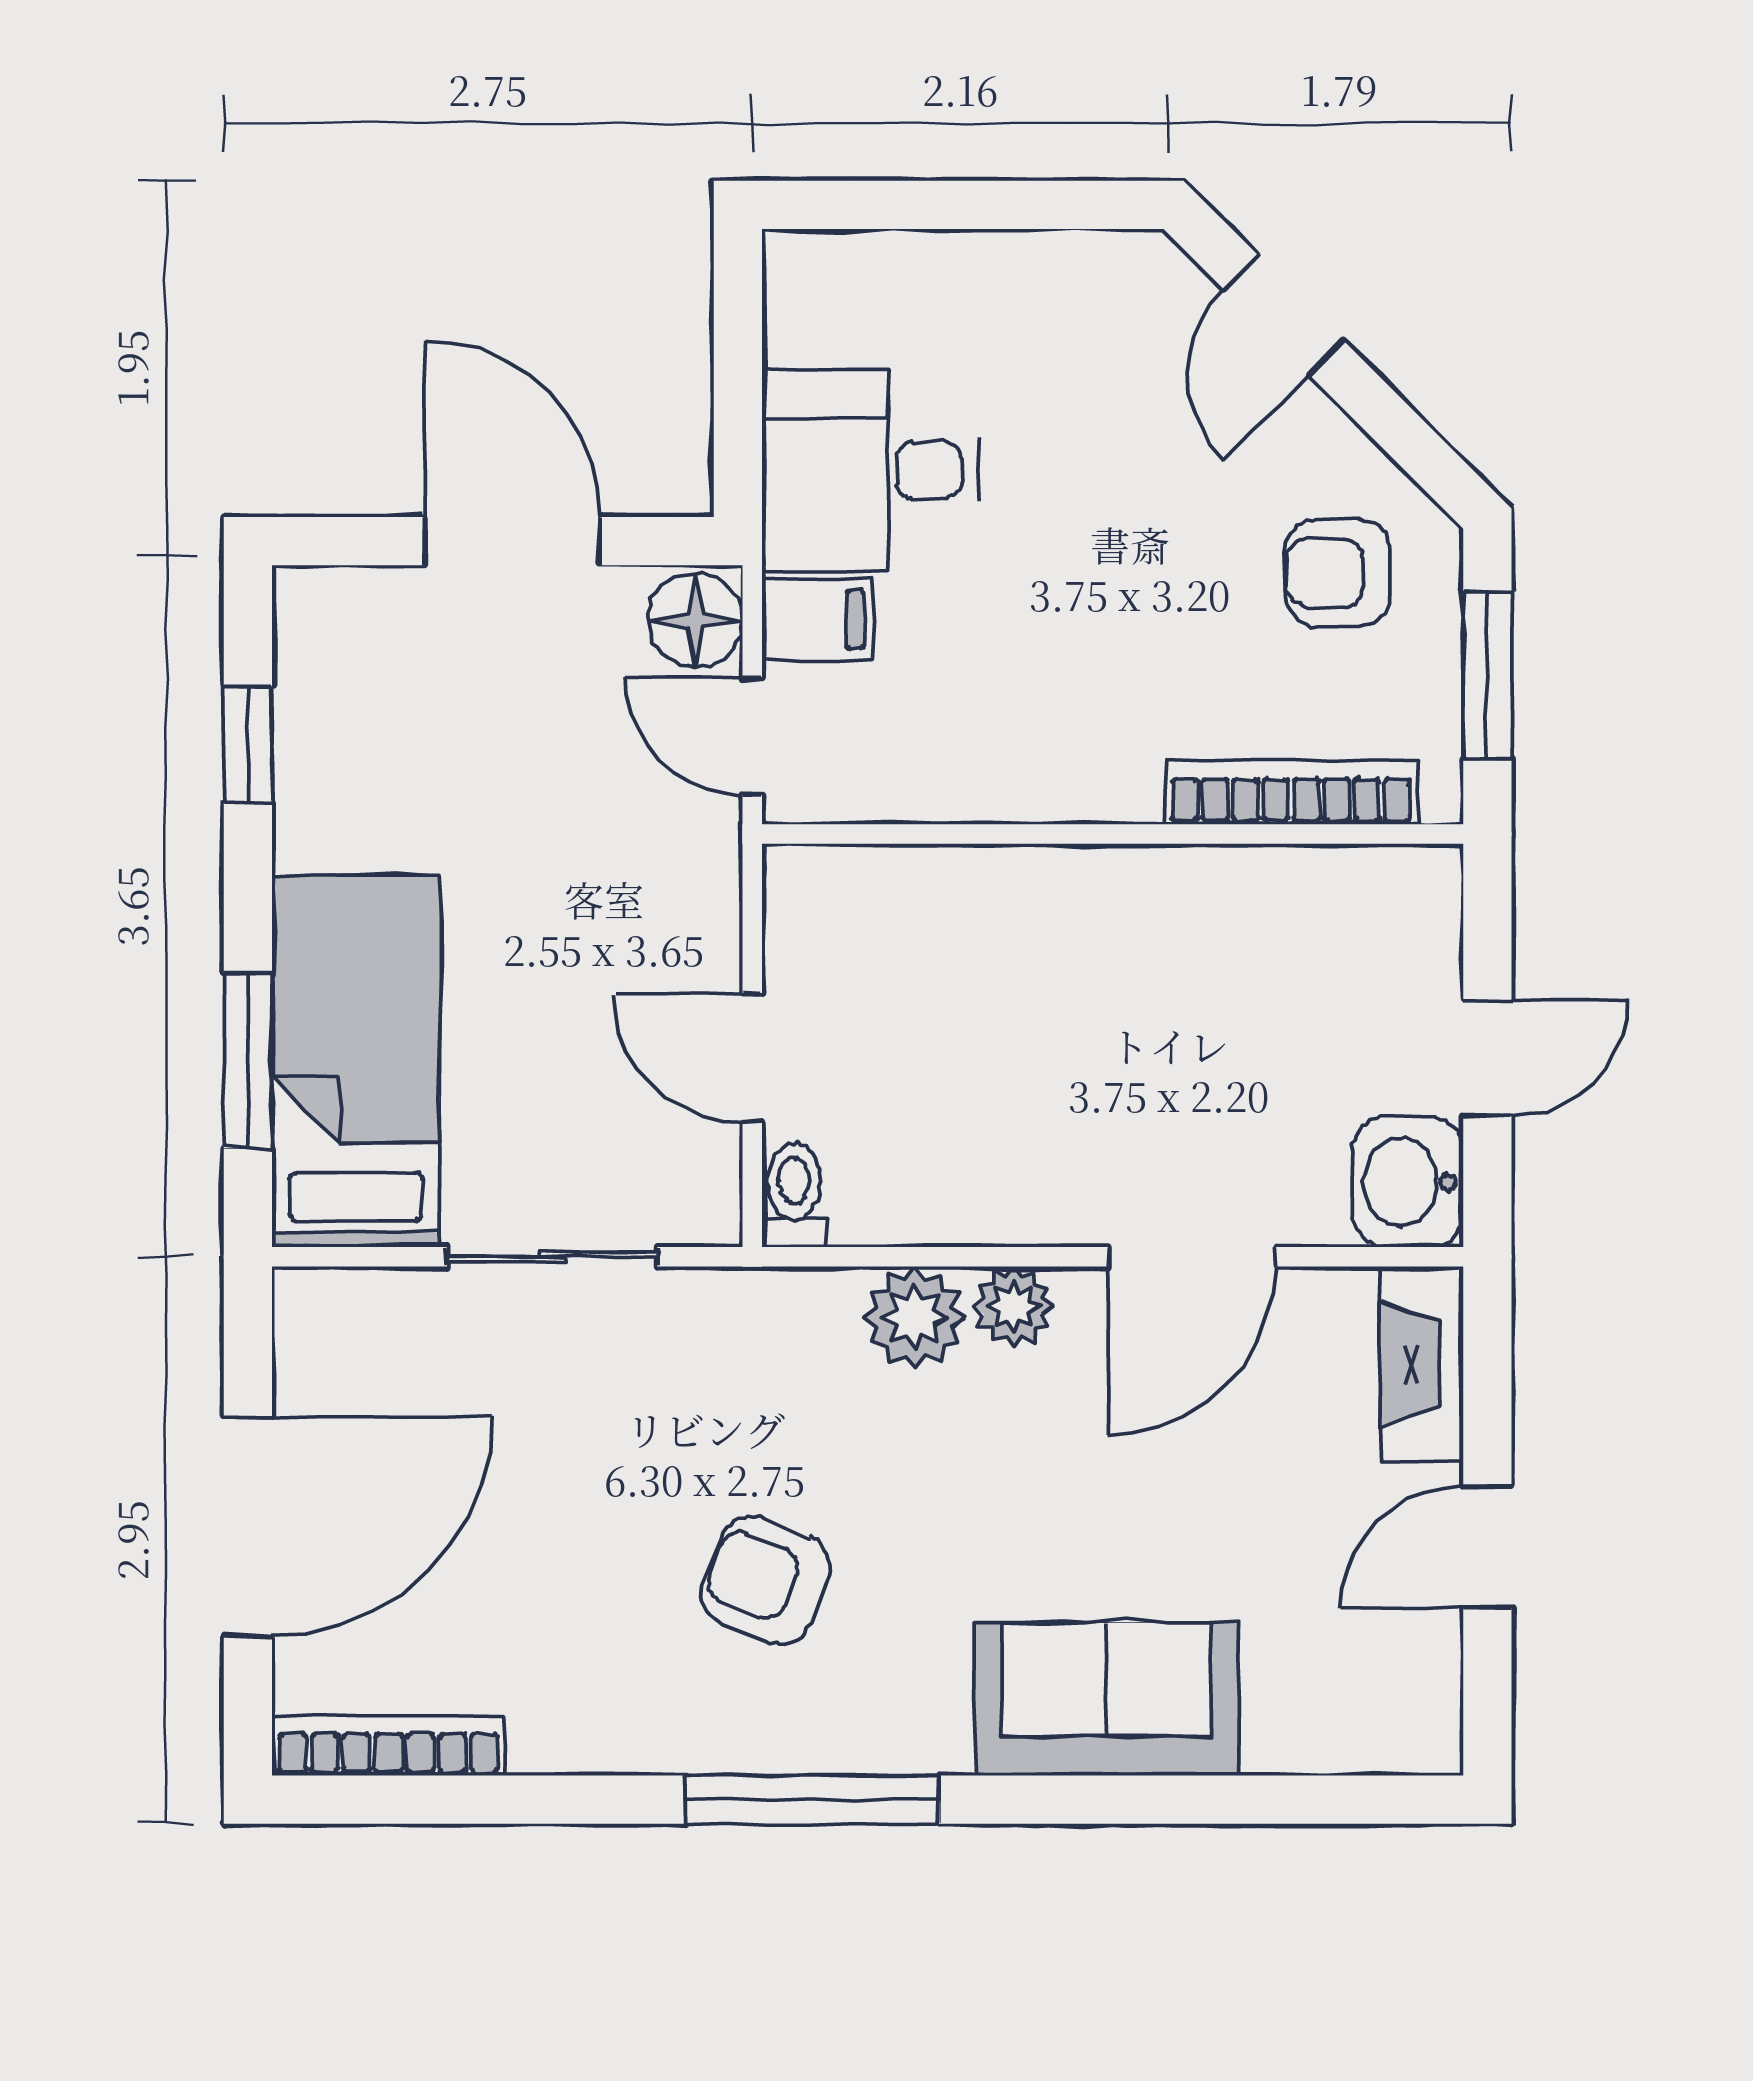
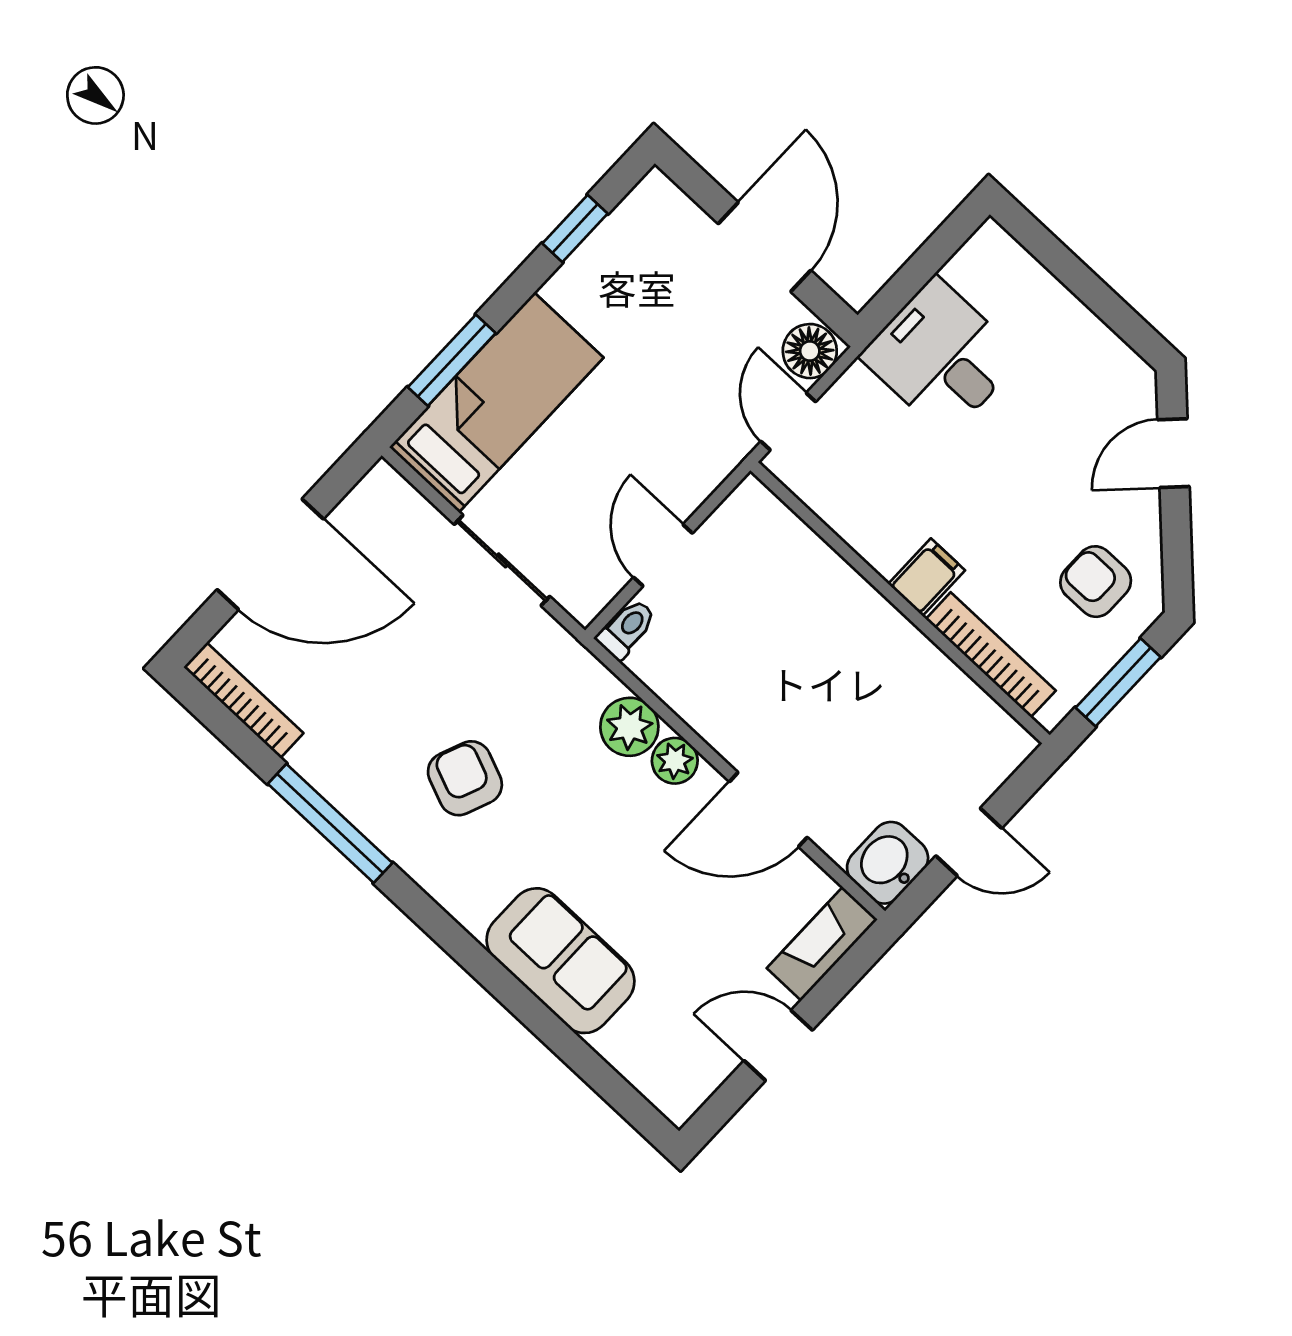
filing cabinet: (817, 620) -> (927, 577), moved, turned -90
window: (812, 1800) -> (330, 823), moved

